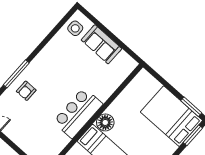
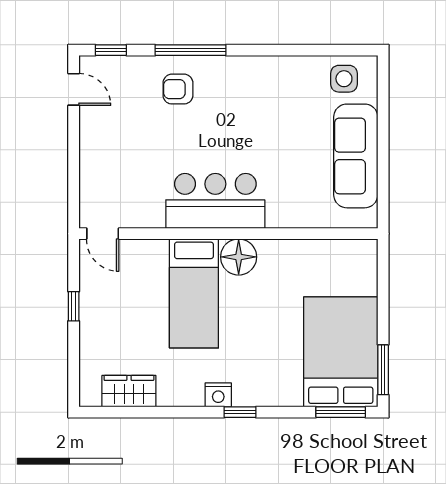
sofa: (102, 44) -> (356, 156), width x1.36

